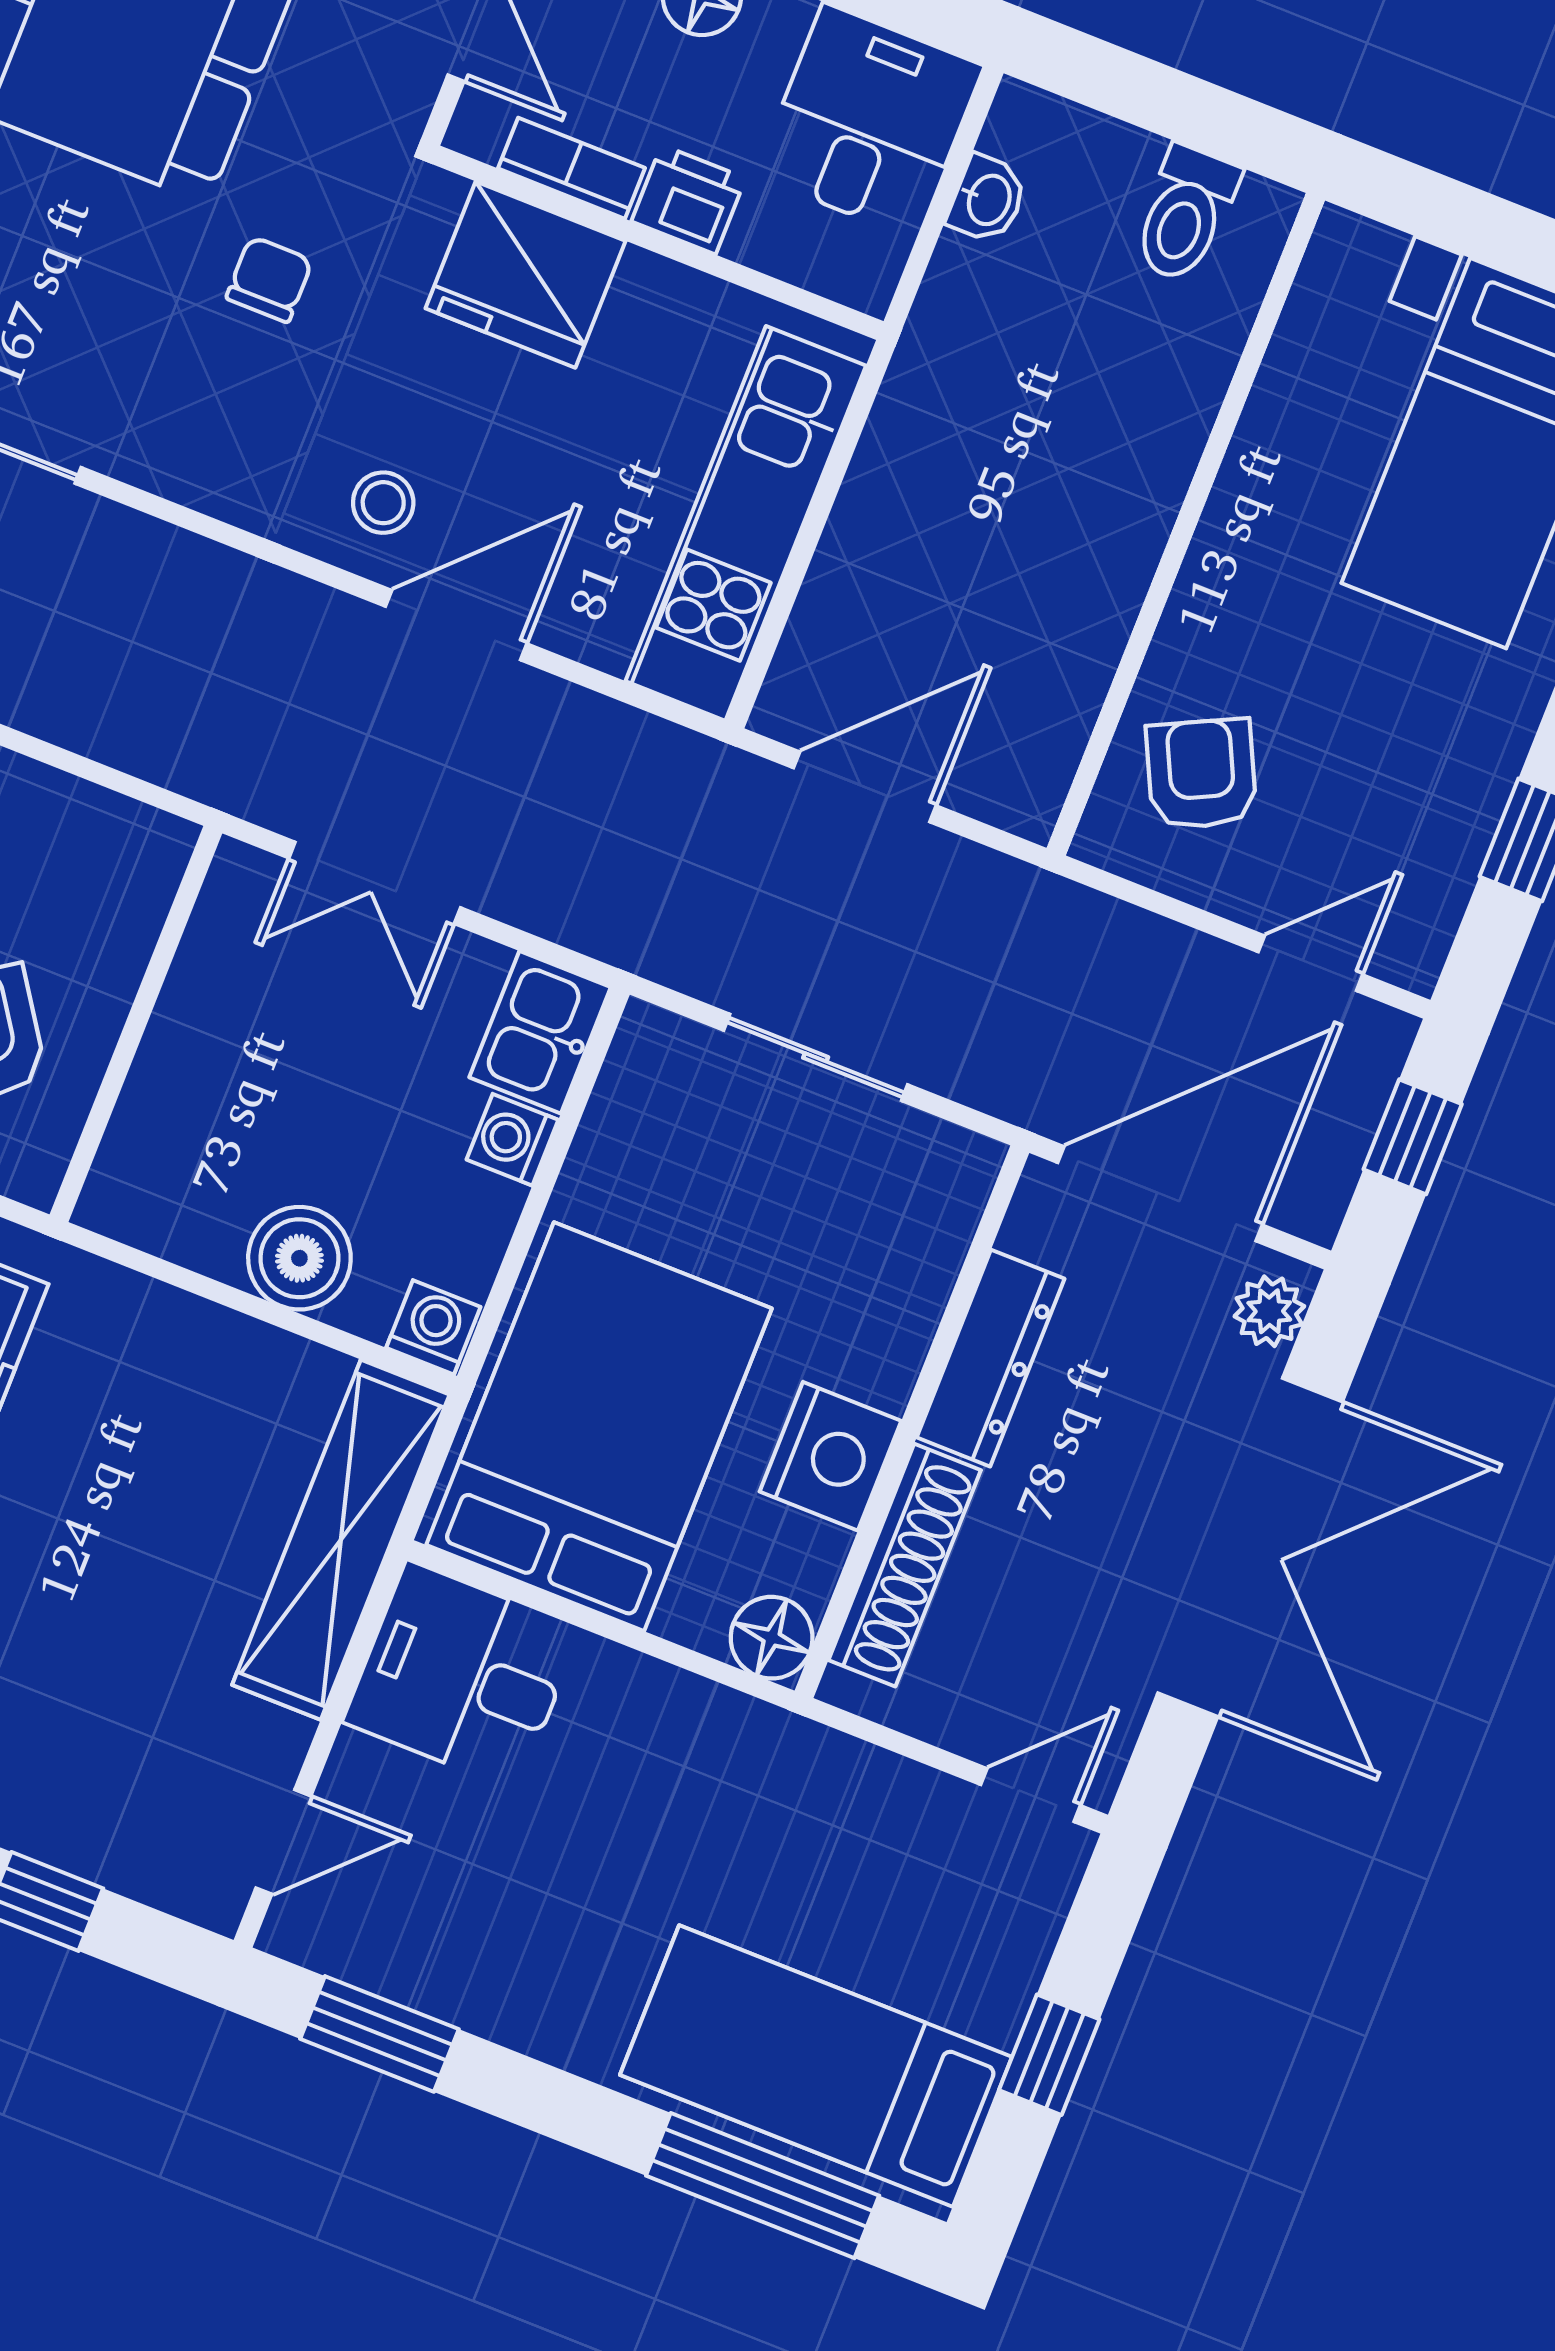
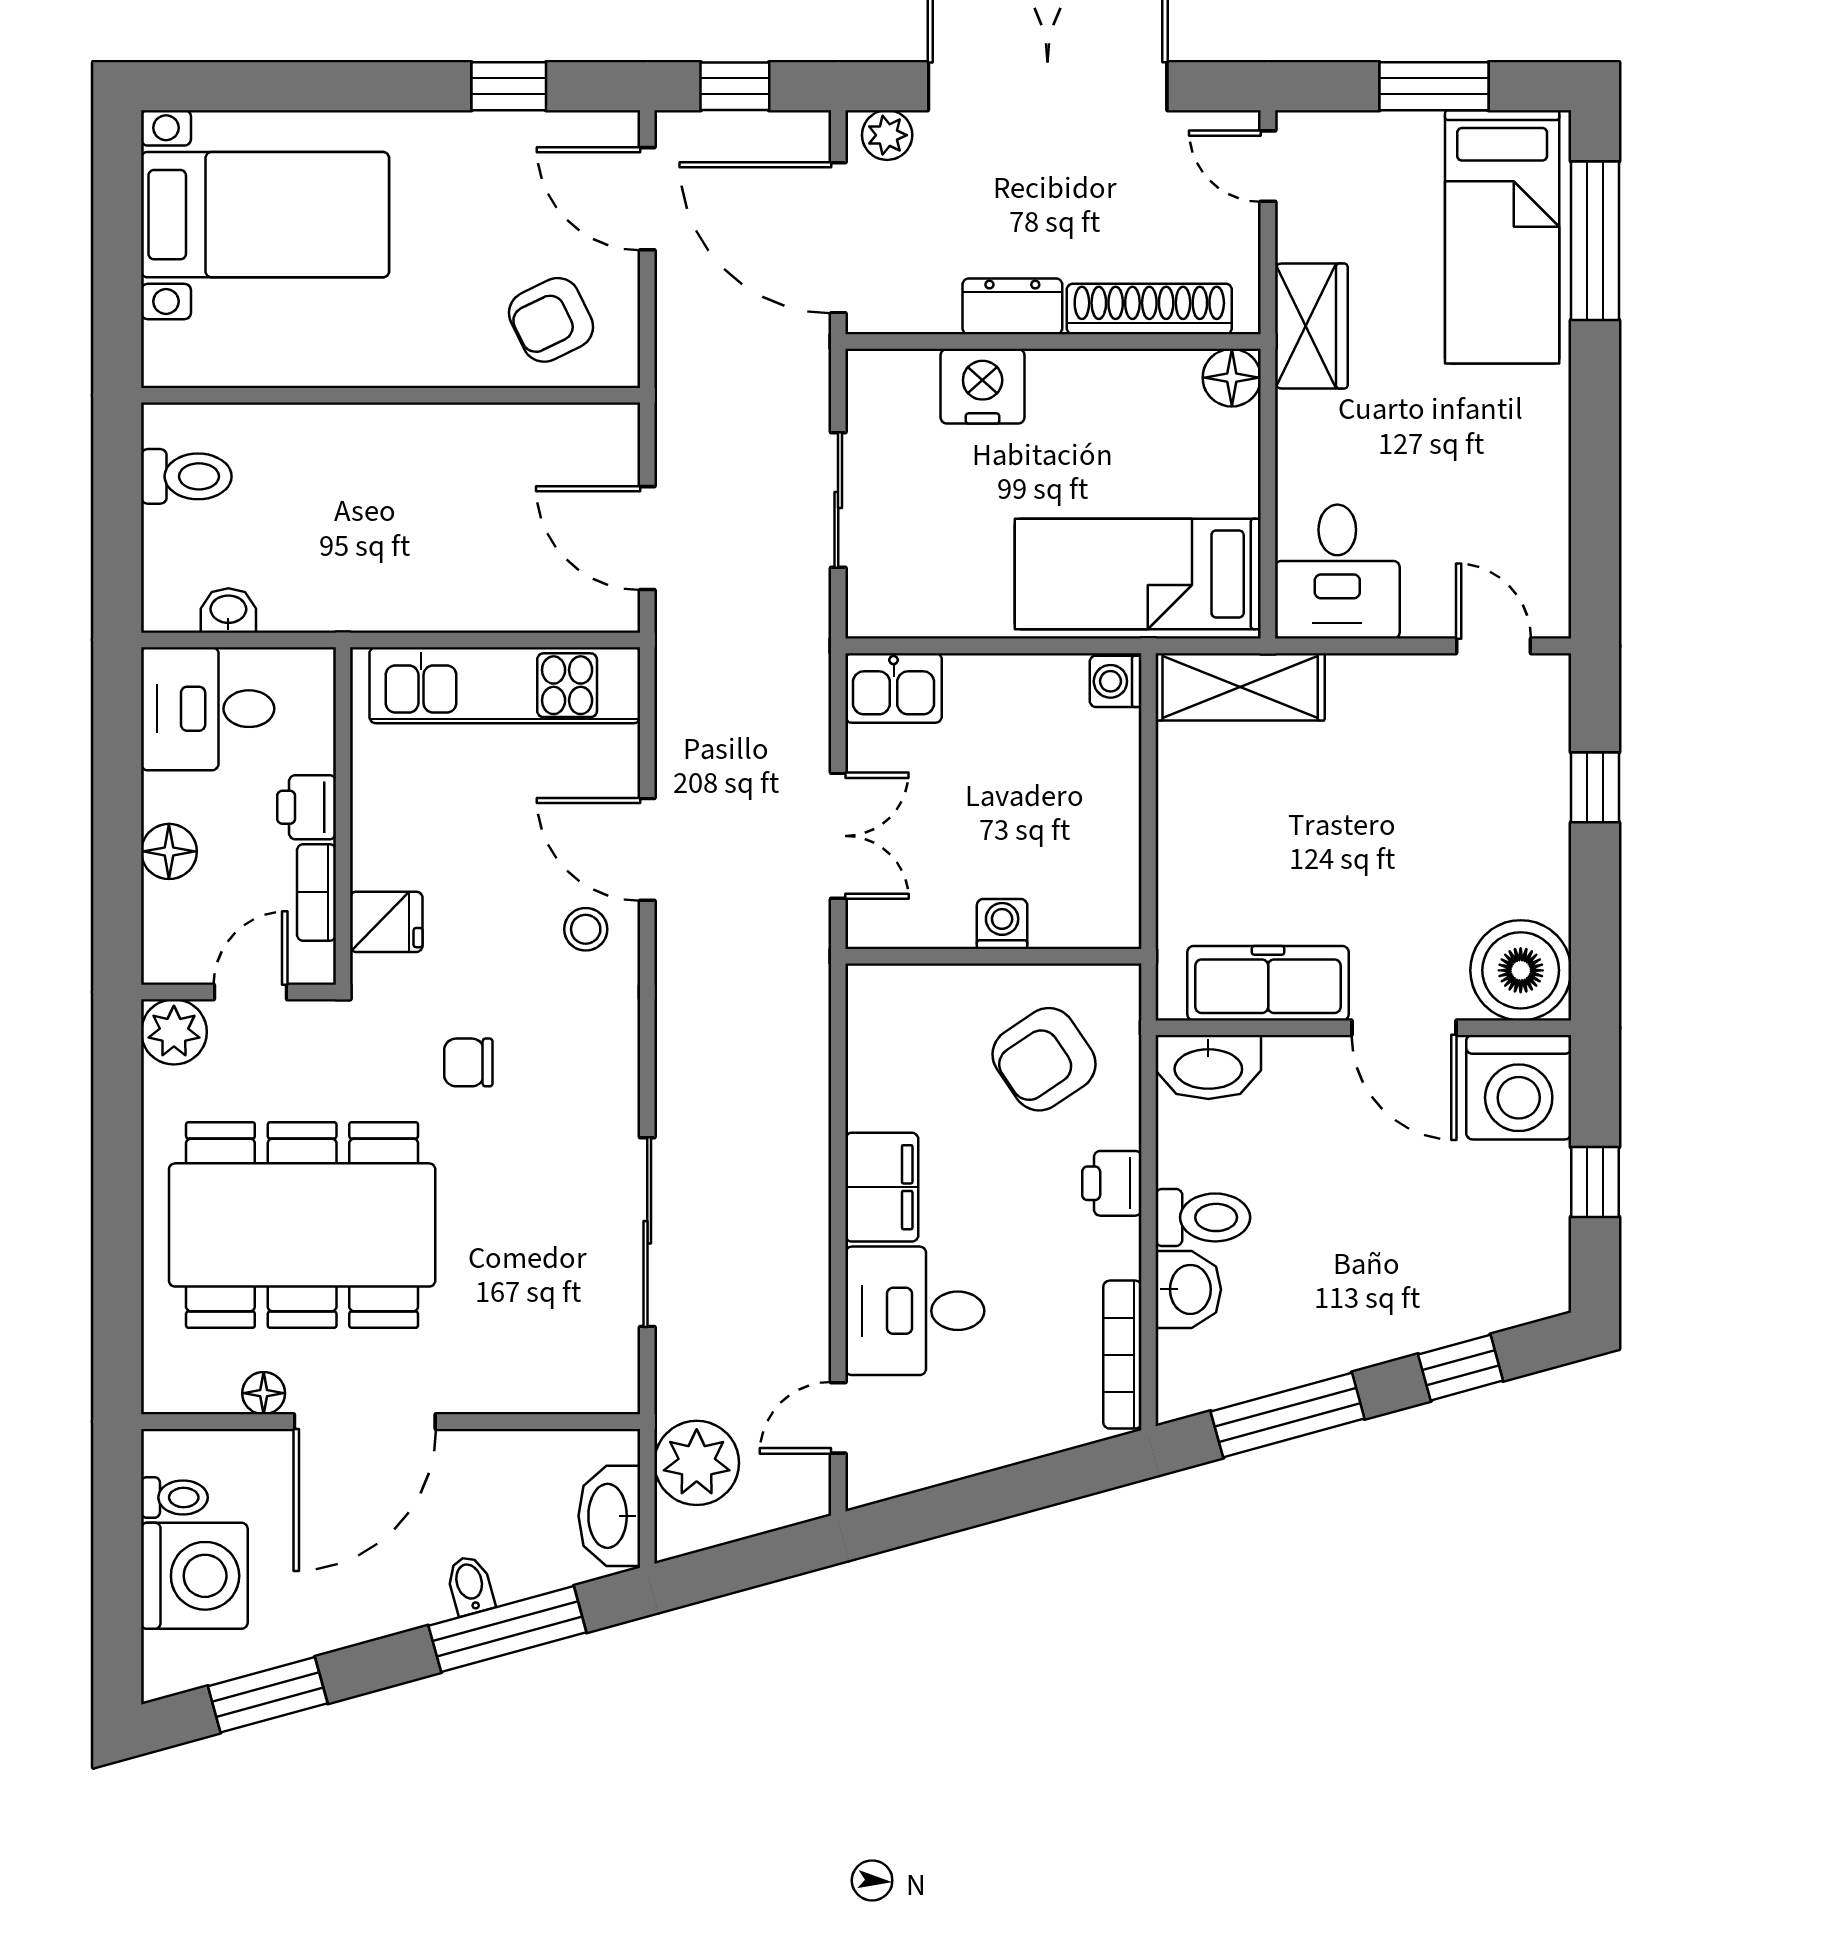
fridge: (526, 275) -> (386, 922), width x0.53, depth x0.75
door: (1310, 963) -> (647, 199), width x1.38
washing machine: (512, 1140) -> (1002, 924), moved, turned 180
boiler: (299, 1258) -> (1105, 787), removed
dresser: (991, 1358) -> (1012, 306), width x0.70
bed: (599, 1427) -> (1138, 574), width x0.67
nightstand: (830, 1456) -> (983, 386), moved
shelving: (341, 1540) -> (1240, 687), width x0.68
wardrobe: (798, 1769) -> (1311, 326), added
window: (379, 2034) -> (1595, 533), removed
window: (1049, 2055) -> (1434, 86), width x1.50

